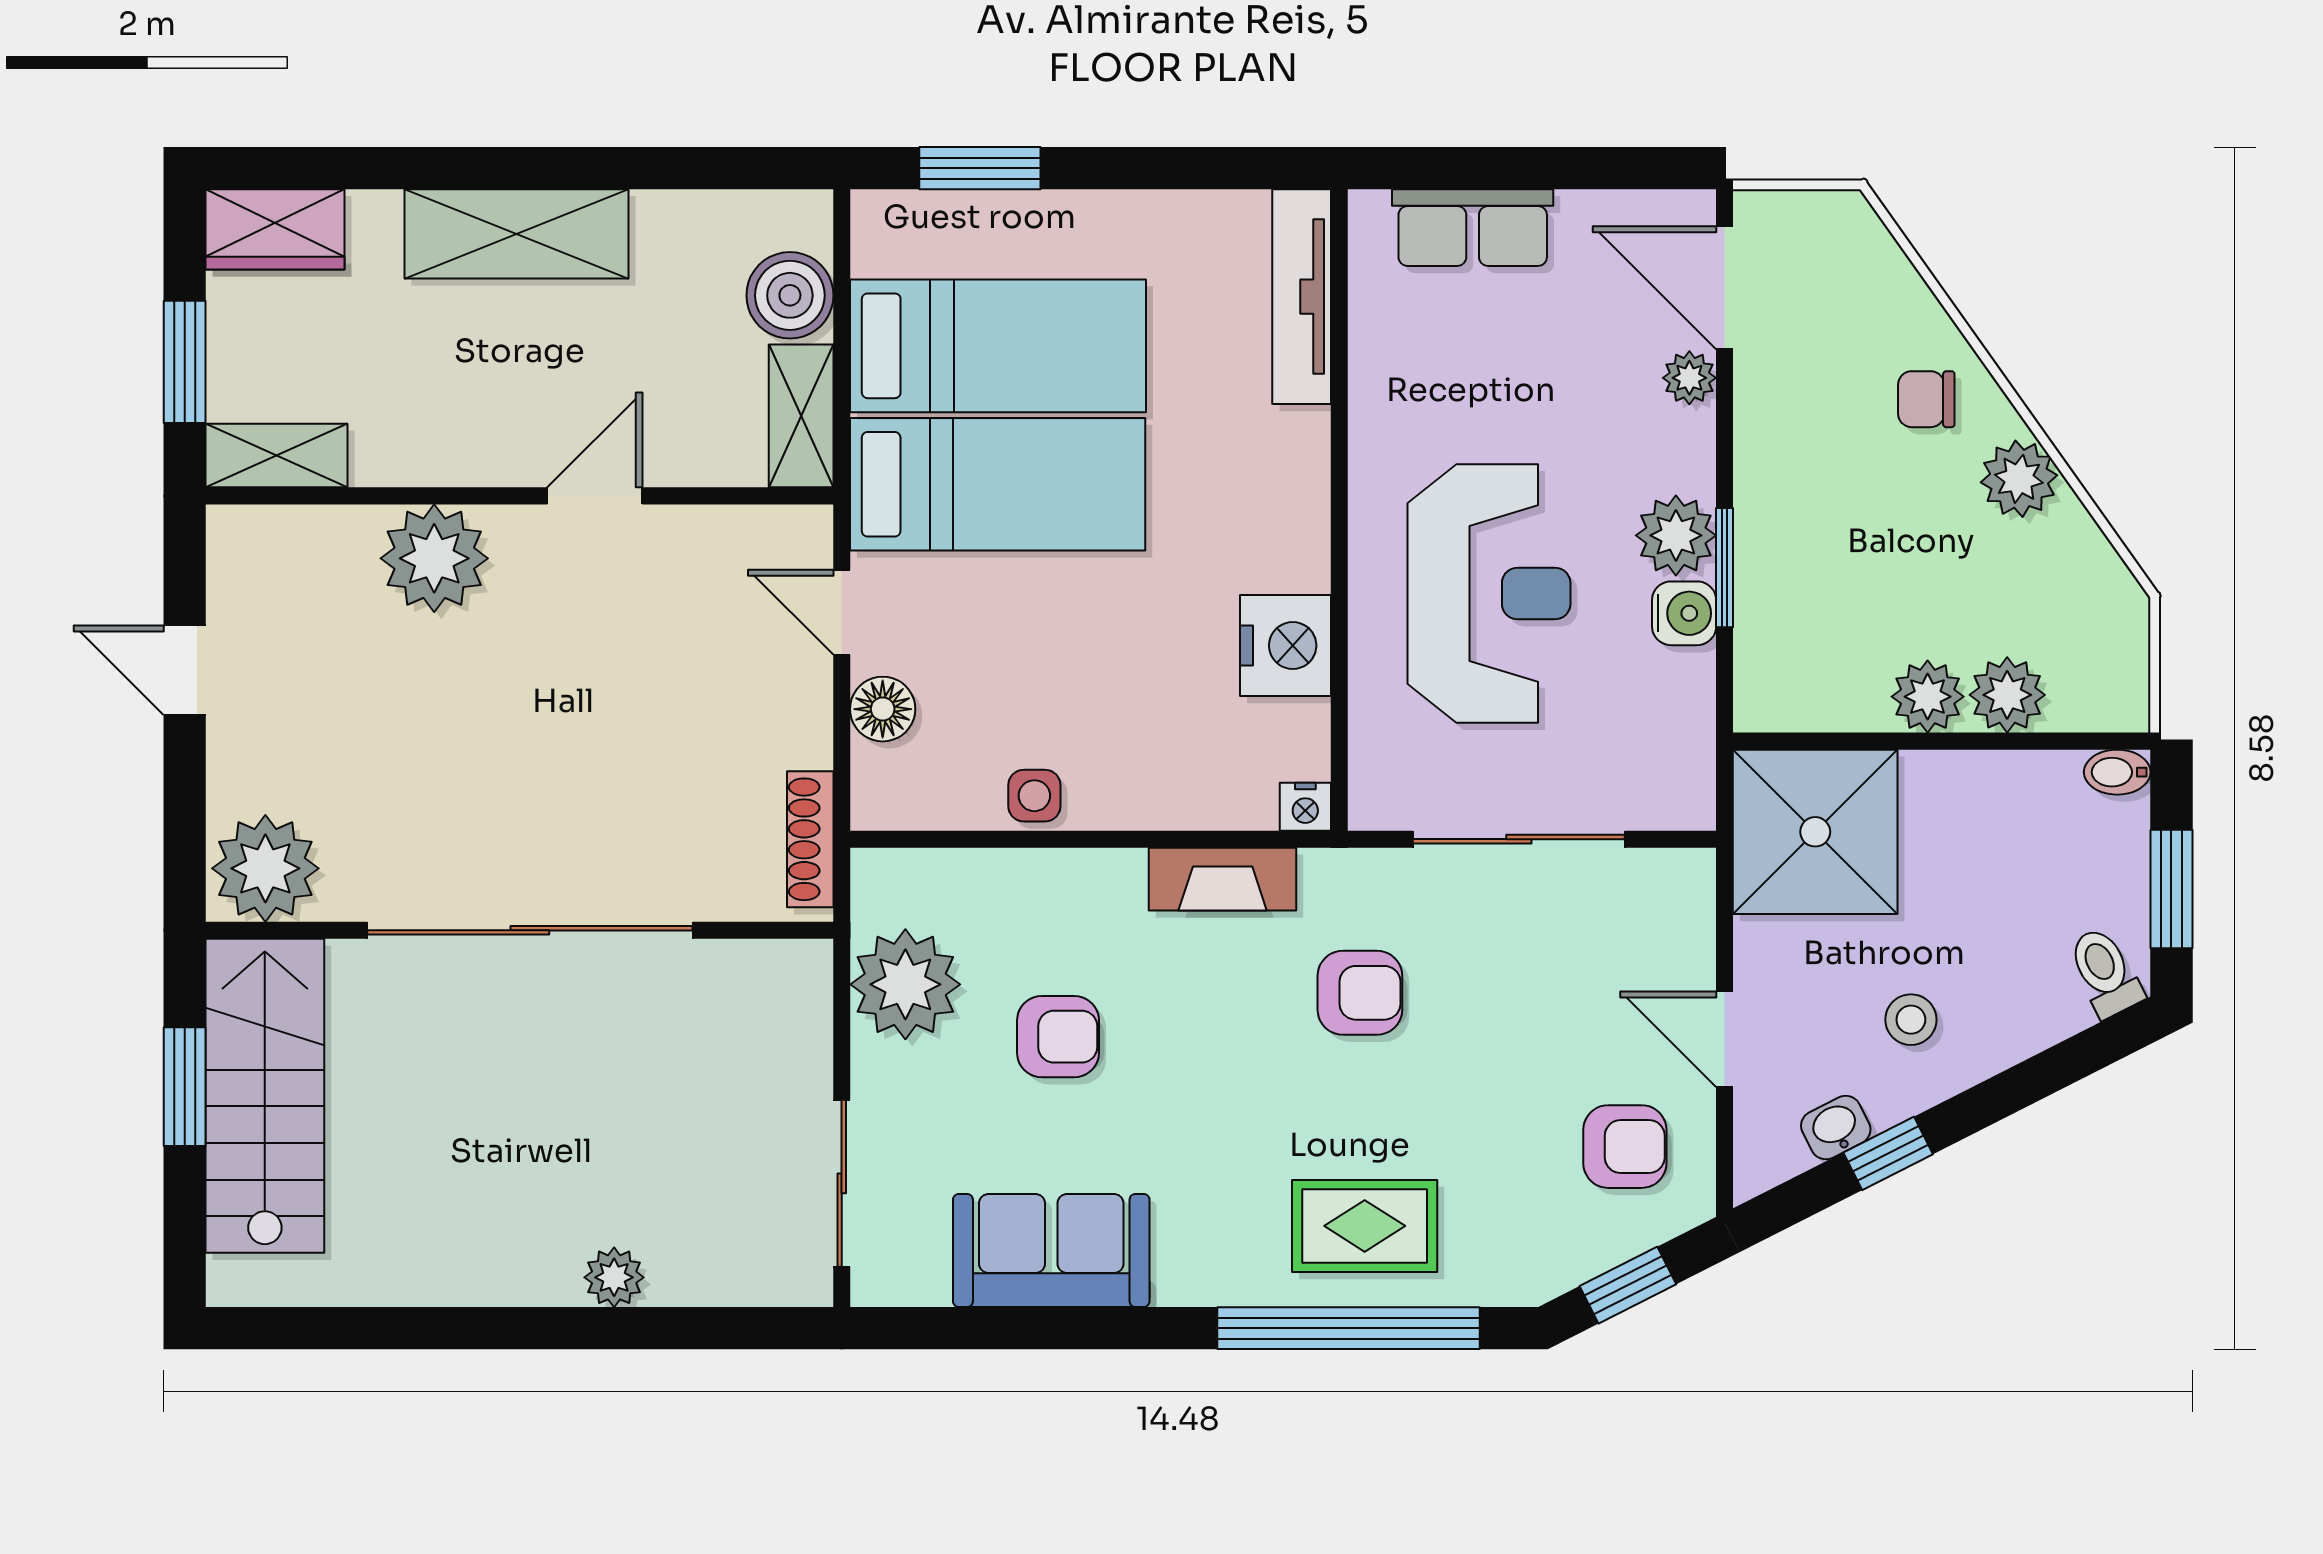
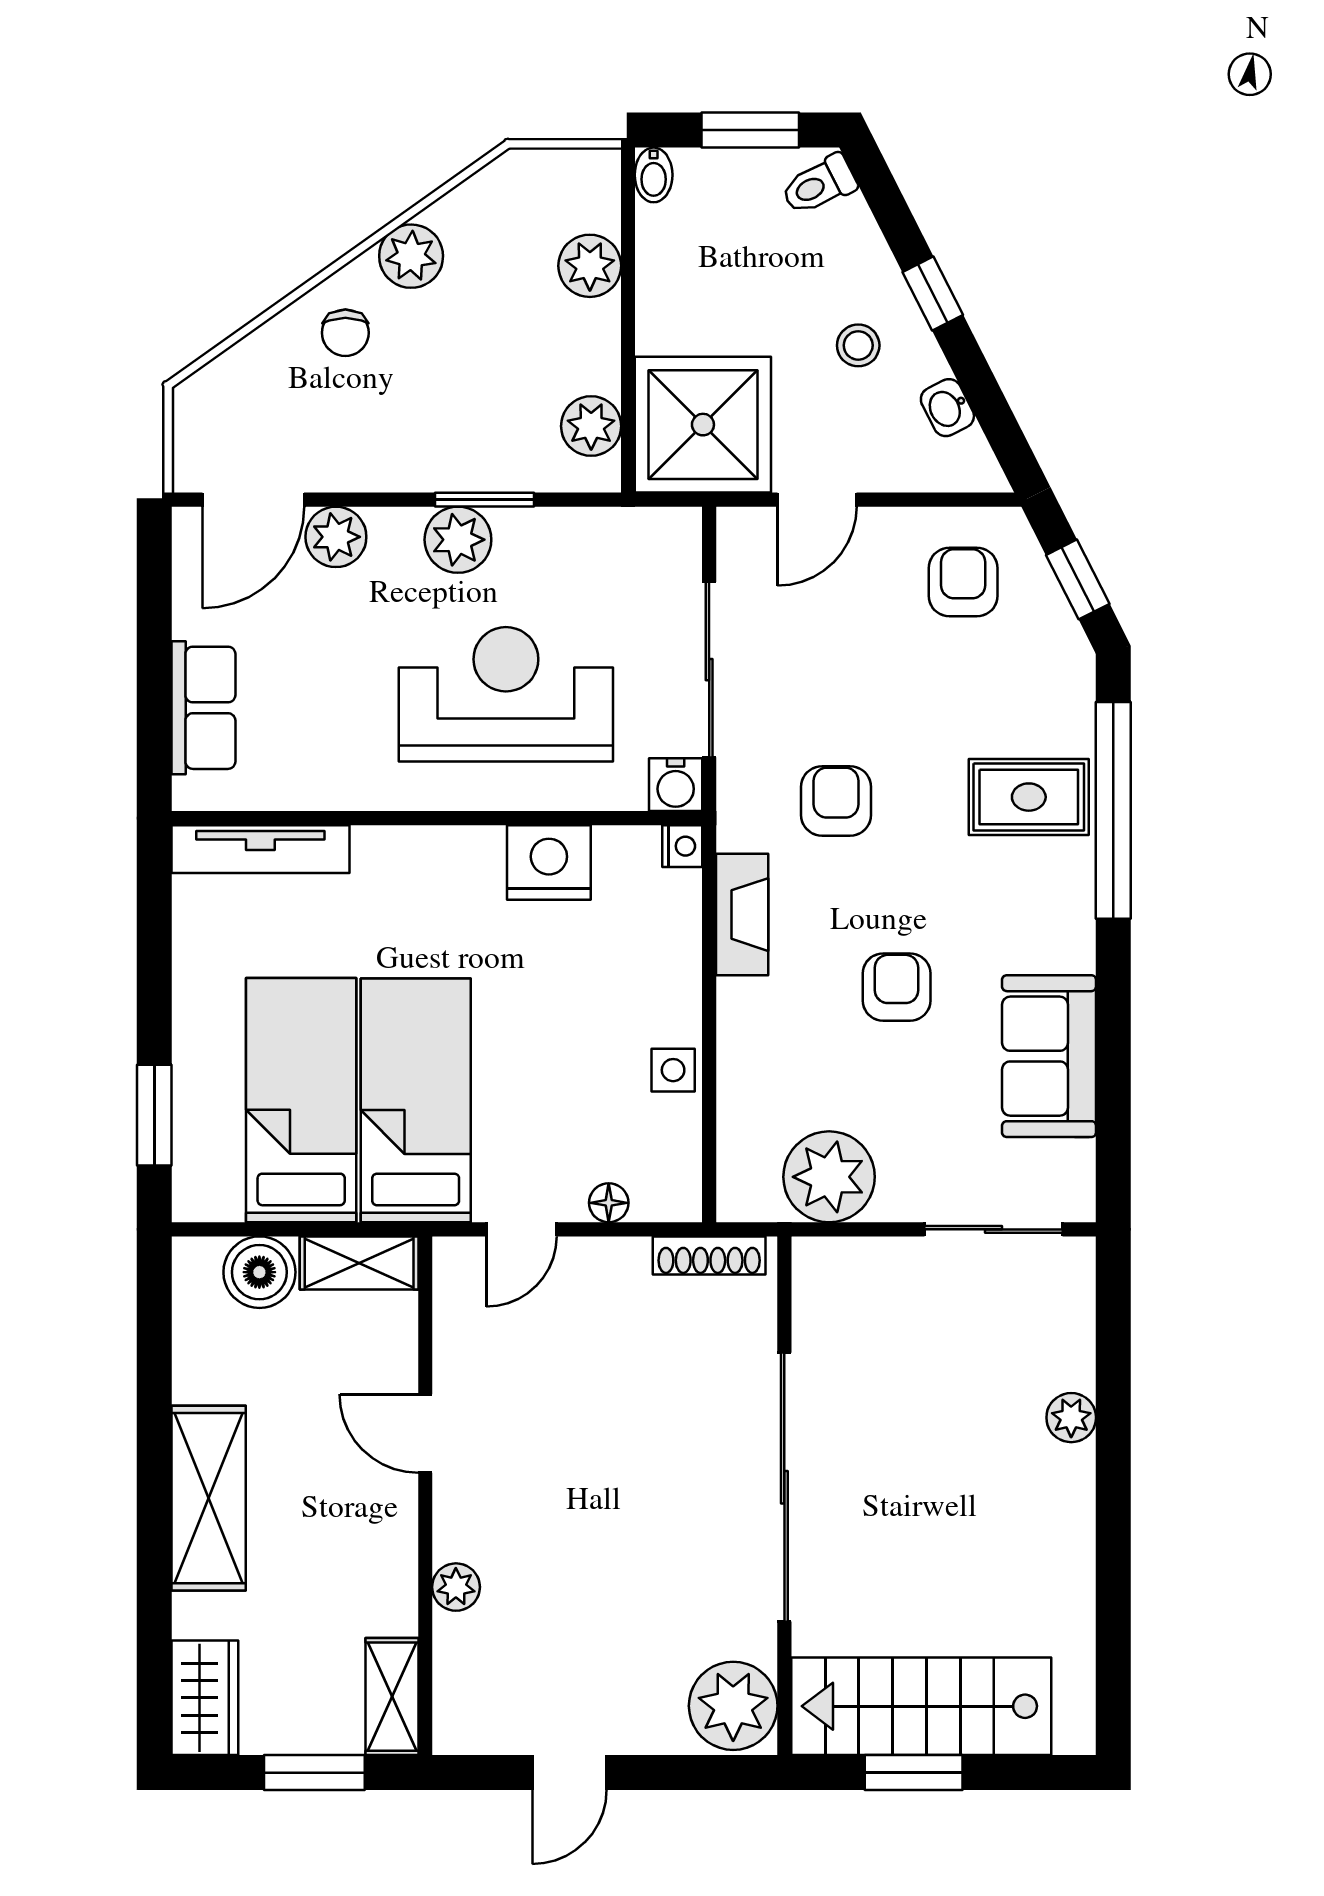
plant: (1689, 378) -> (336, 537), width x1.38, depth x1.38
plant: (434, 558) -> (456, 1587), width x0.53, depth x0.53
water cooler: (1684, 613) -> (676, 785), moved, turned 180
plant: (1928, 697) -> (591, 426), moved
floor lamp: (883, 709) -> (609, 1203), width x0.73, depth x0.73
armchair: (1058, 1037) -> (897, 987), moved
door: (1725, 1039) -> (817, 500), moved
window: (1888, 1153) -> (933, 293), moved
rug: (1365, 1226) -> (1029, 797), turned 90

